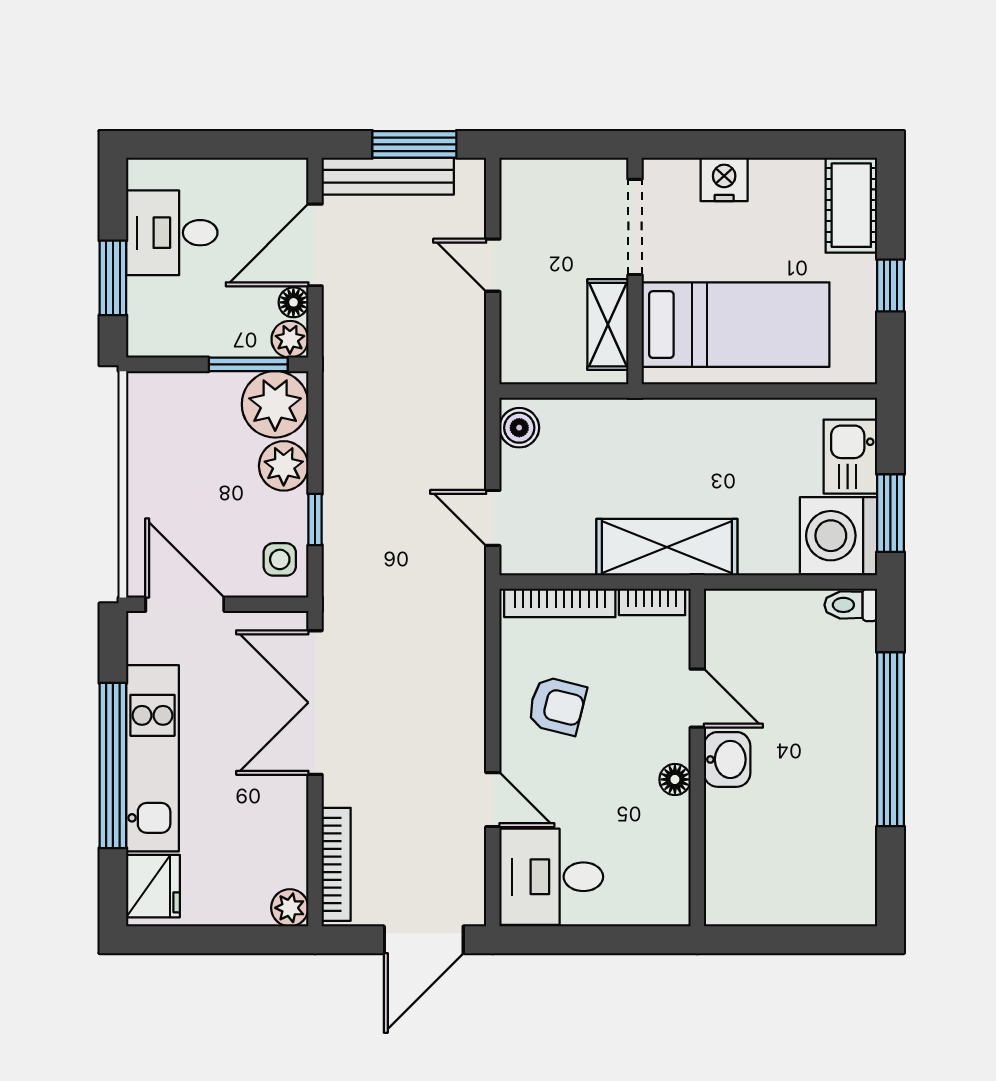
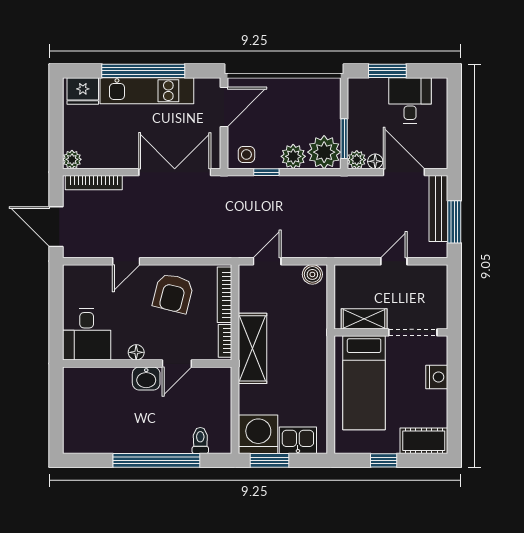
toilet: (851, 605) -> (200, 440), moved
armchair: (557, 706) -> (173, 293), width x1.38, depth x1.38
desk: (551, 877) -> (87, 334), moved, turned 180

